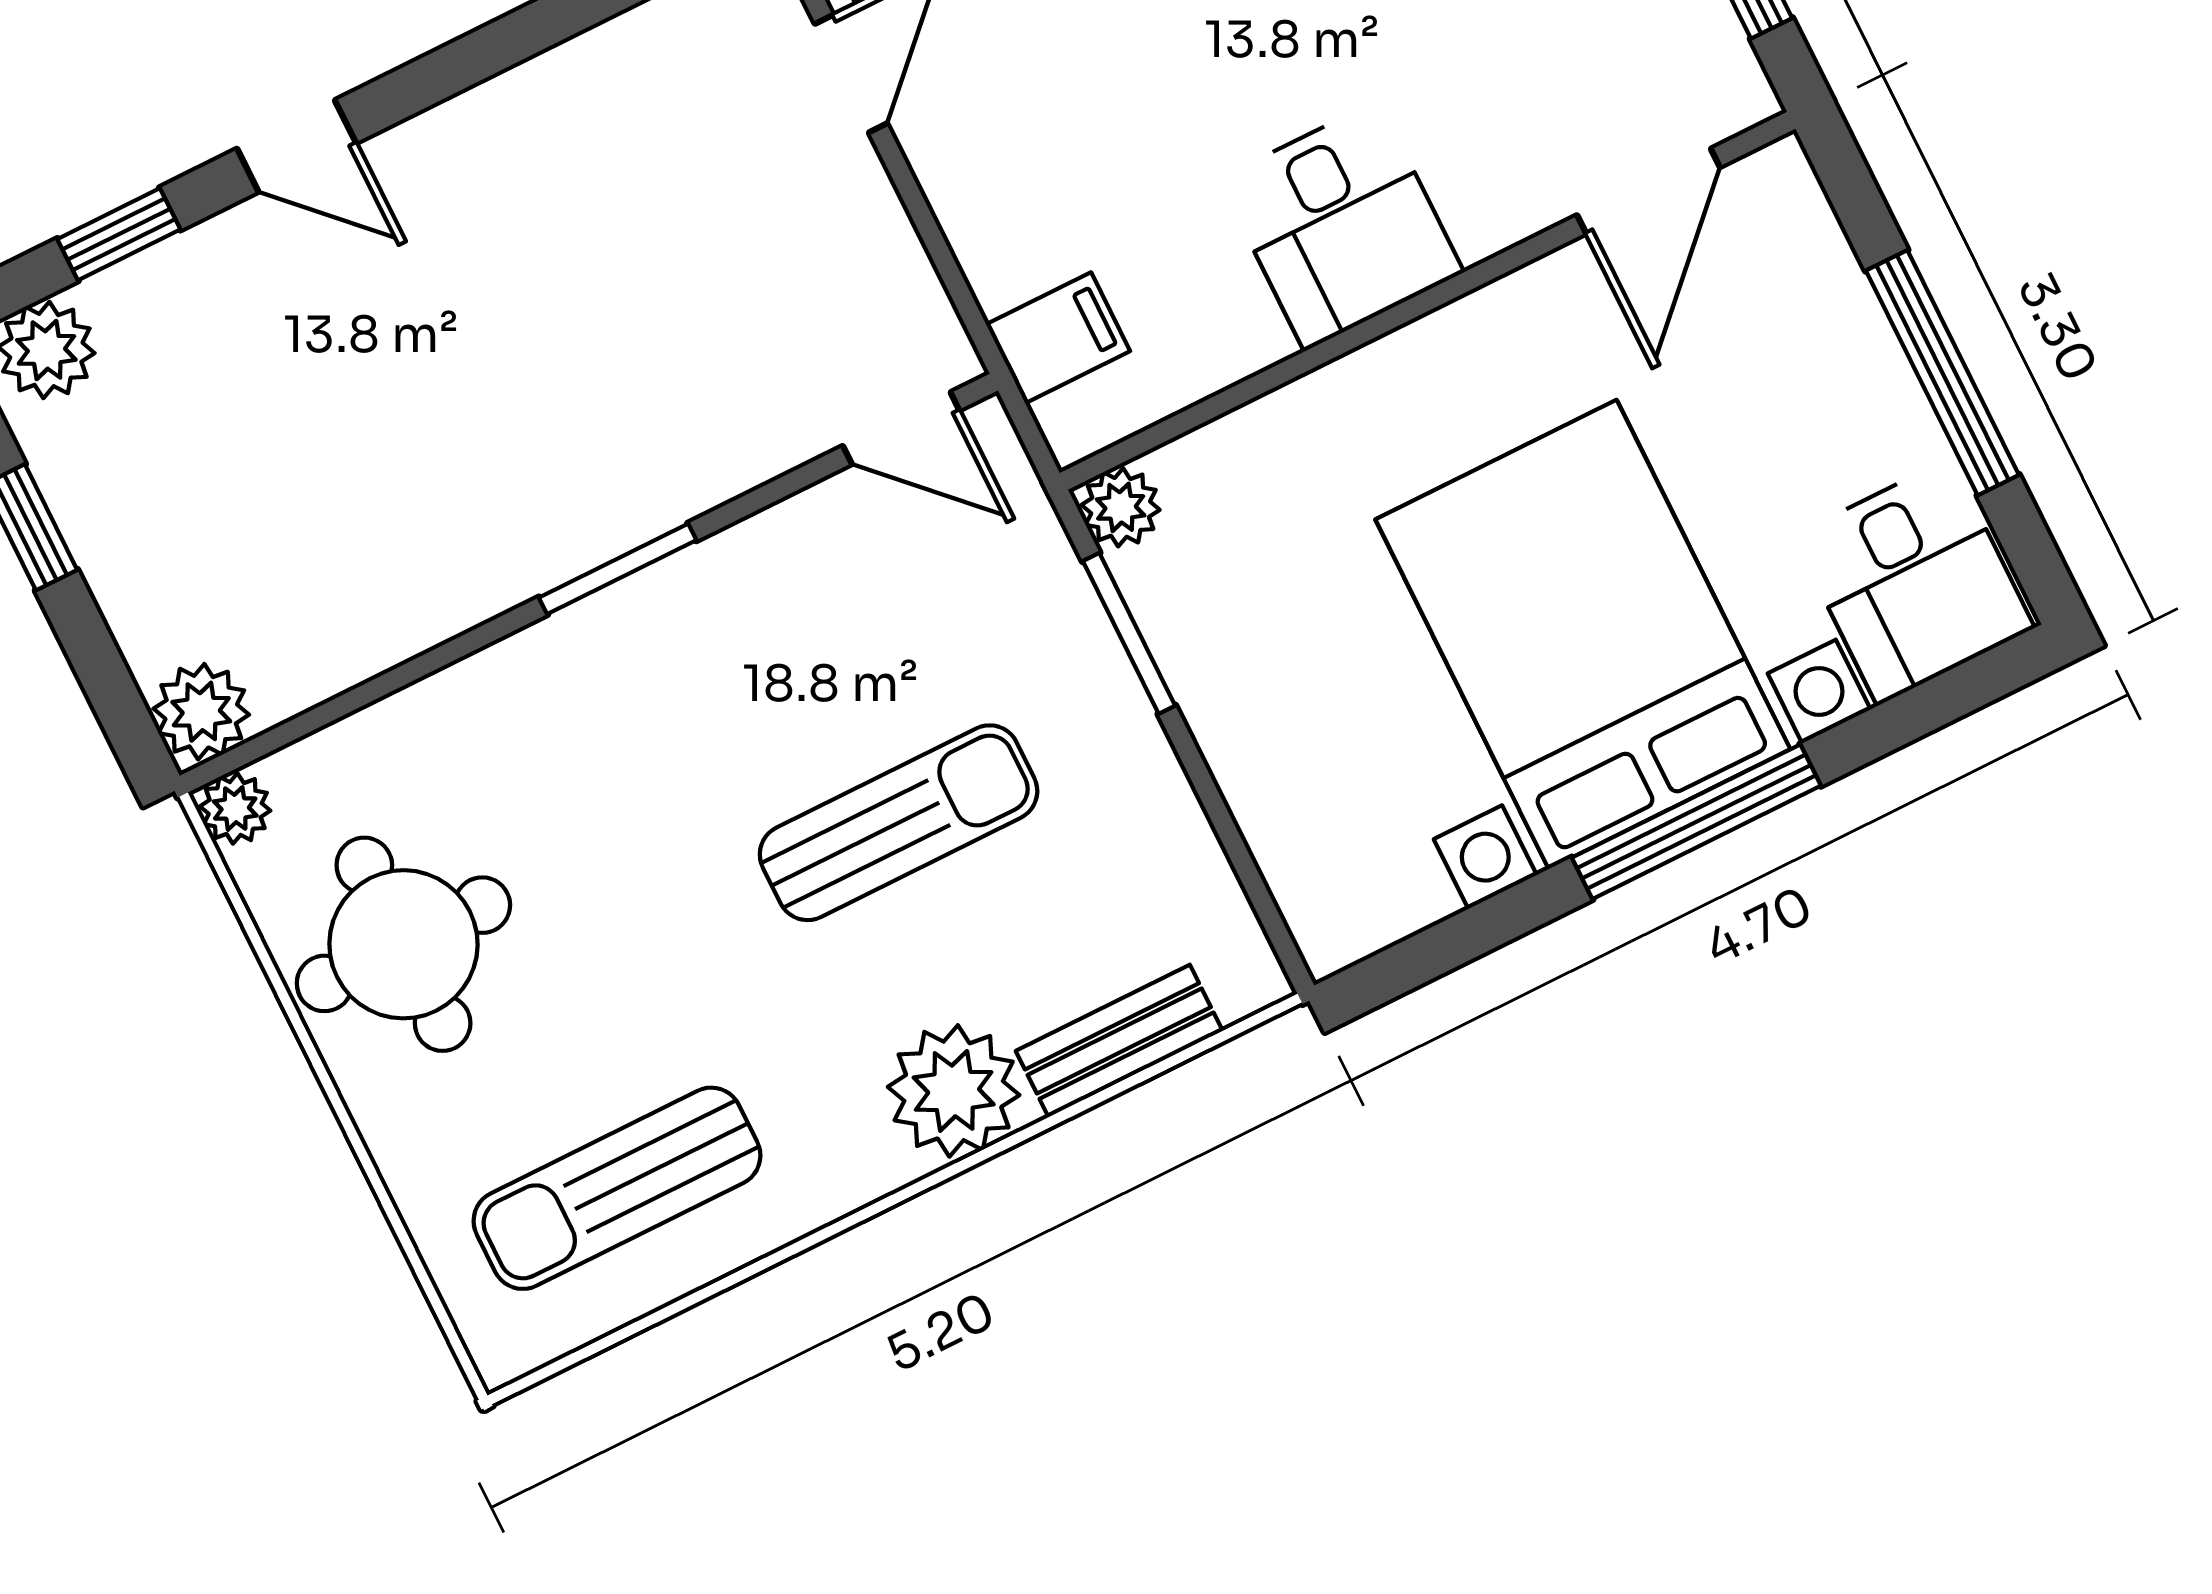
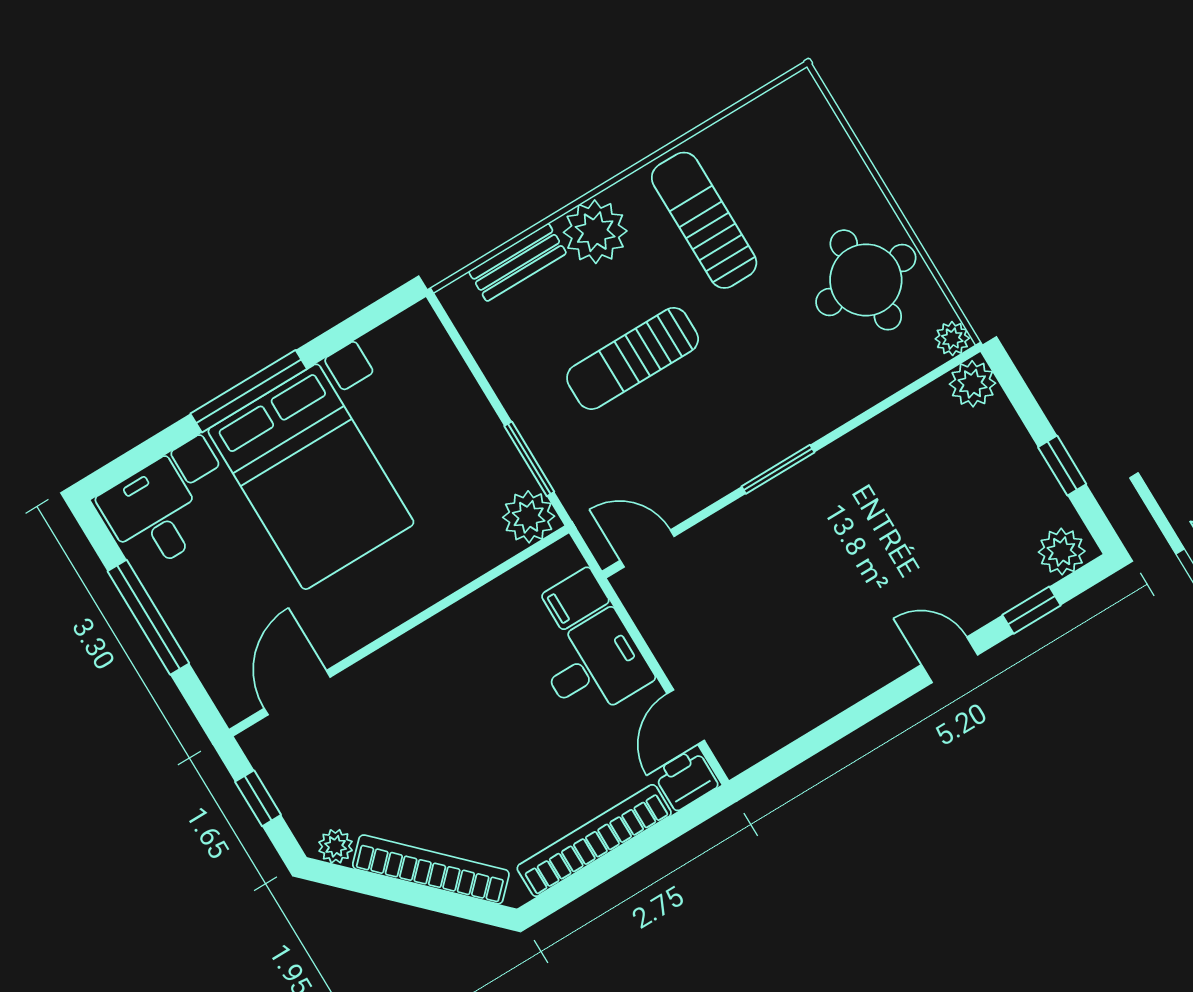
desk: (1341, 226) -> (595, 666), moved, turned 90
plant: (1121, 507) -> (529, 517), width x1.38, depth x1.38
sun lounger: (617, 1188) -> (704, 220), moved, turned -90

